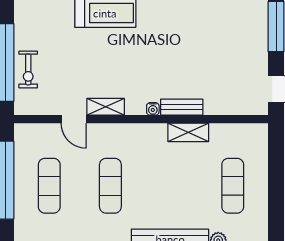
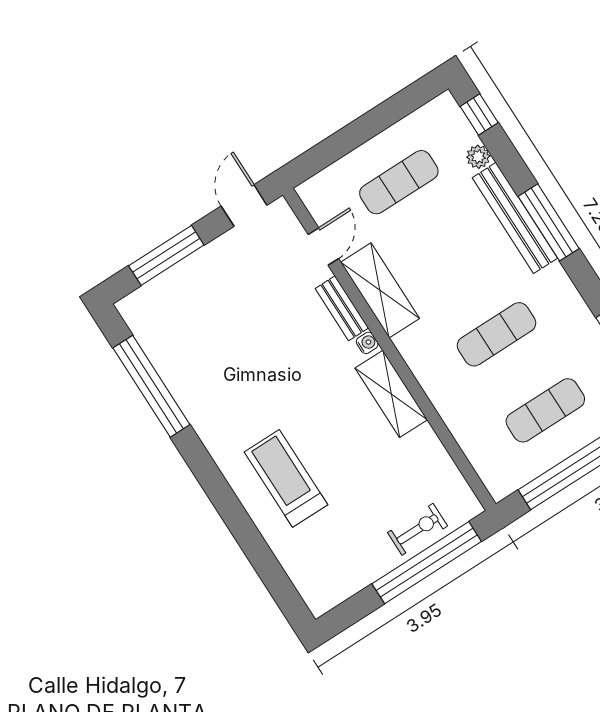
shelving: (106, 107) -> (391, 394), width x1.50, depth x1.33
door: (74, 119) -> (323, 247), moved
shelving: (188, 132) -> (380, 290), width x1.50, depth x1.33

